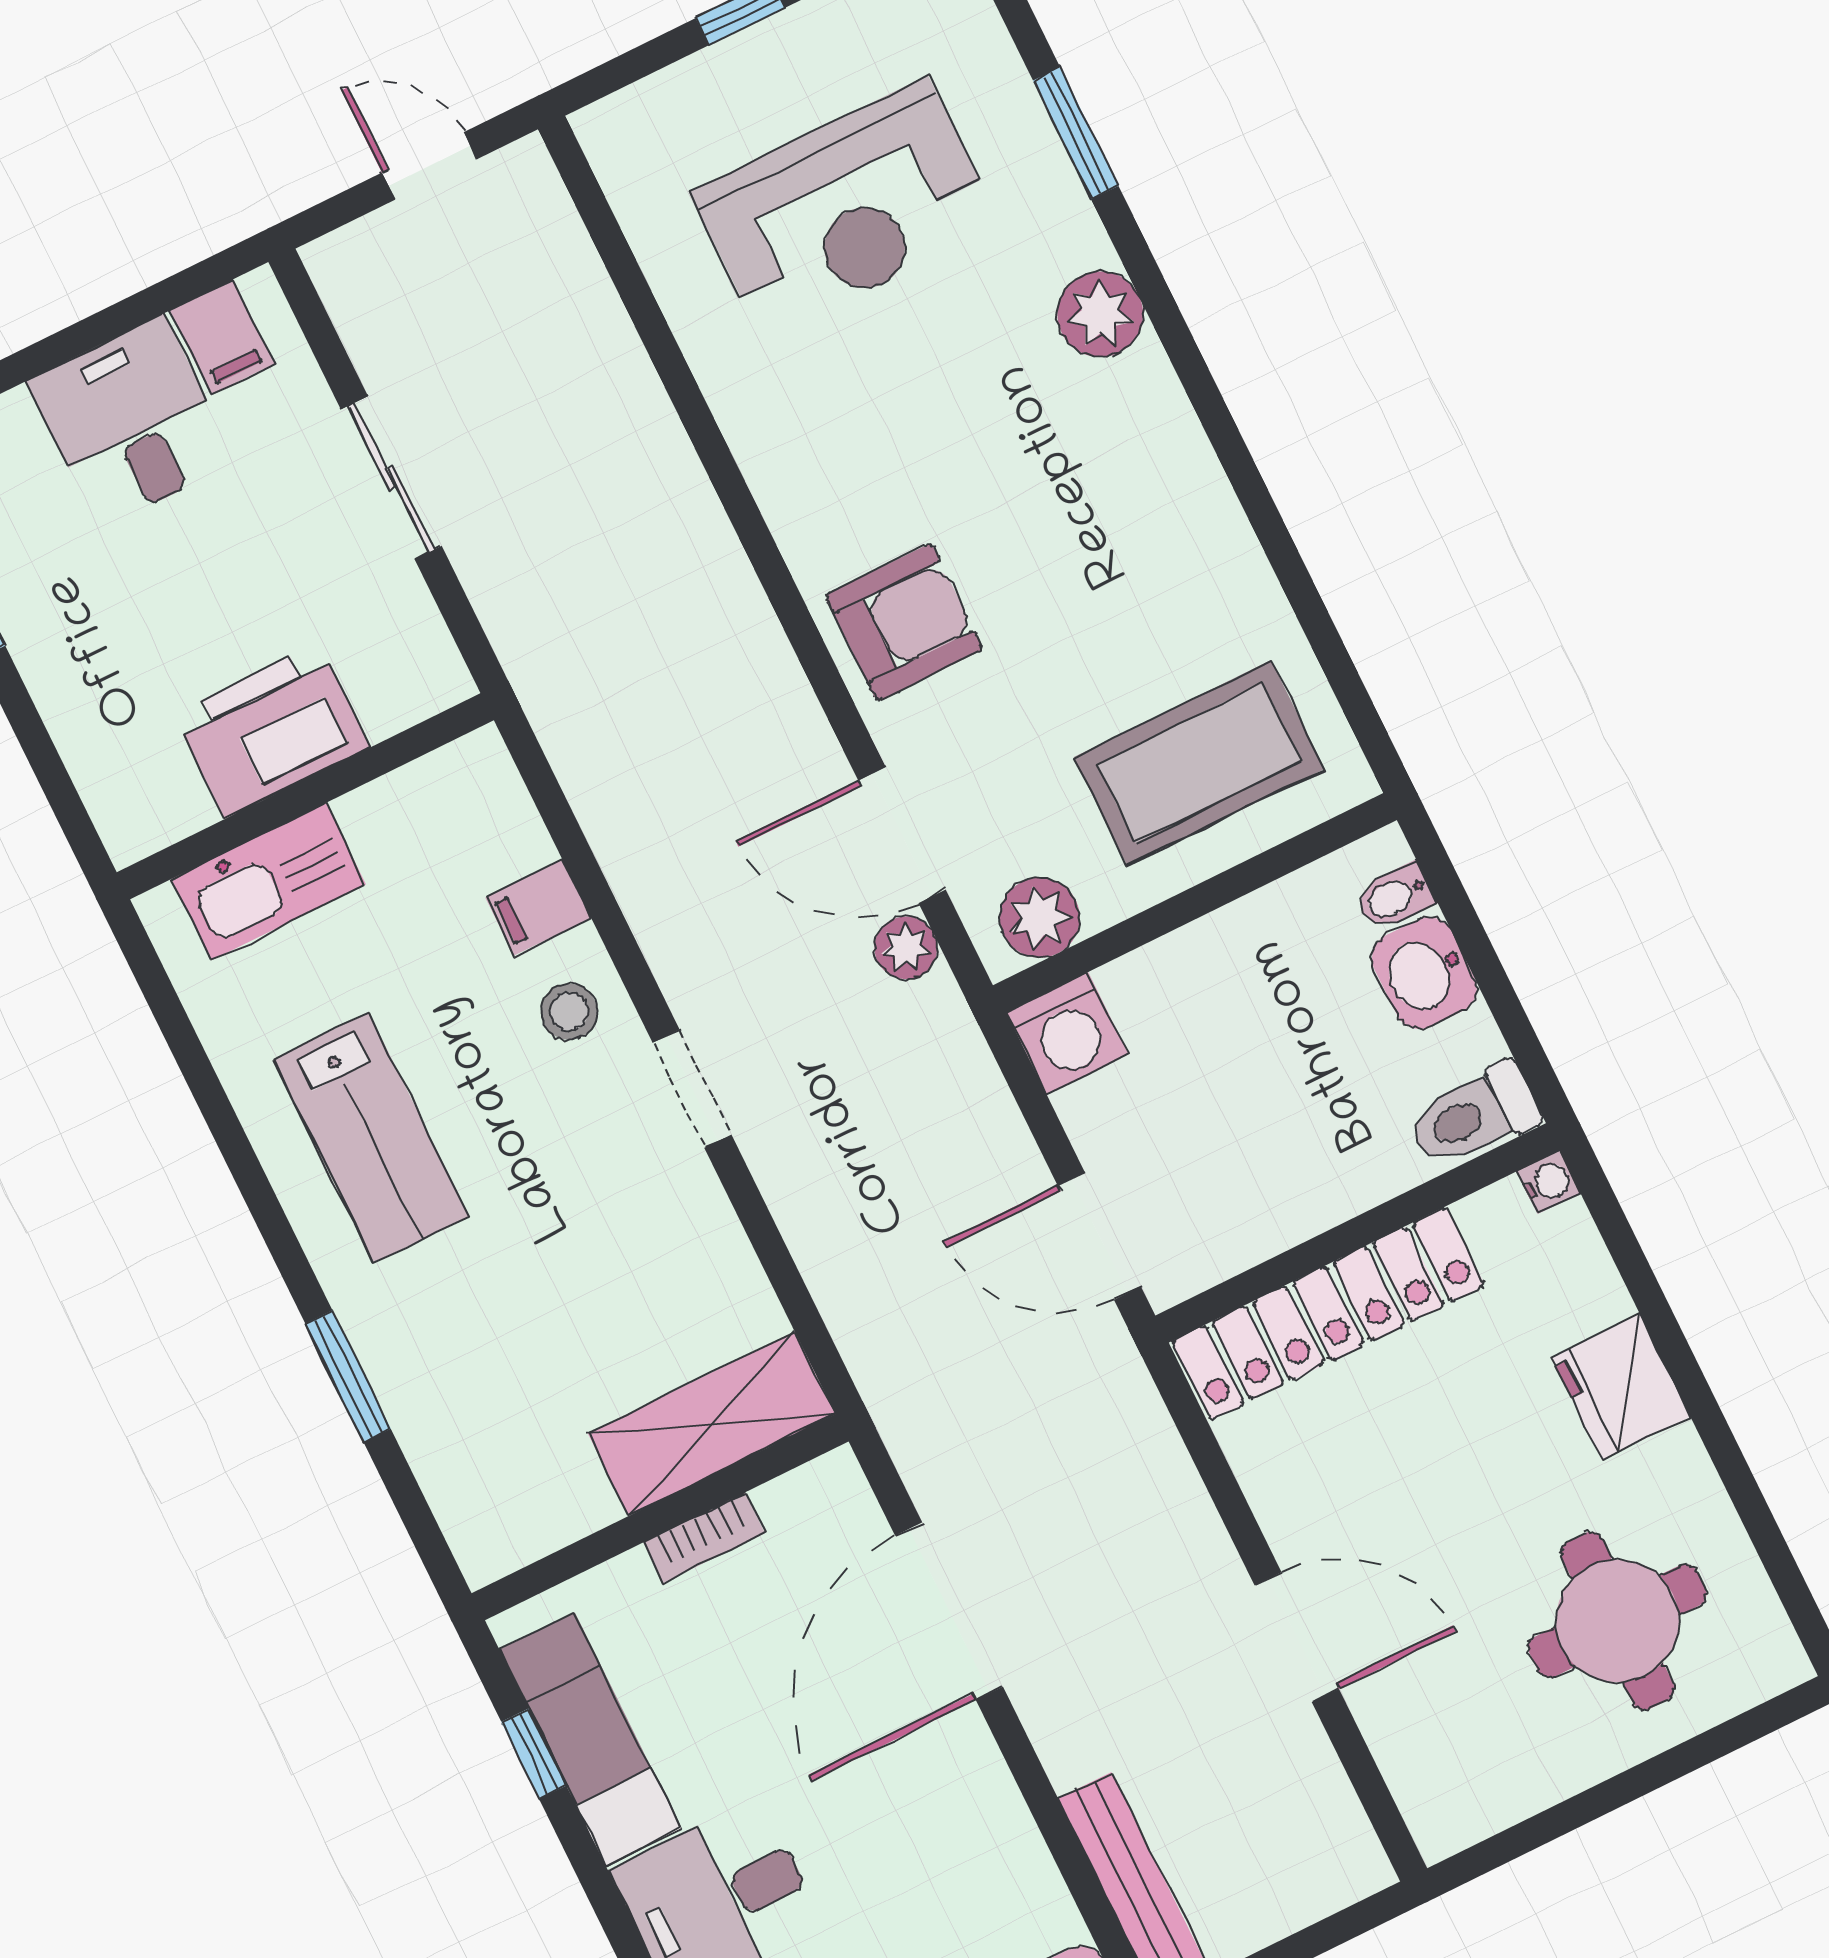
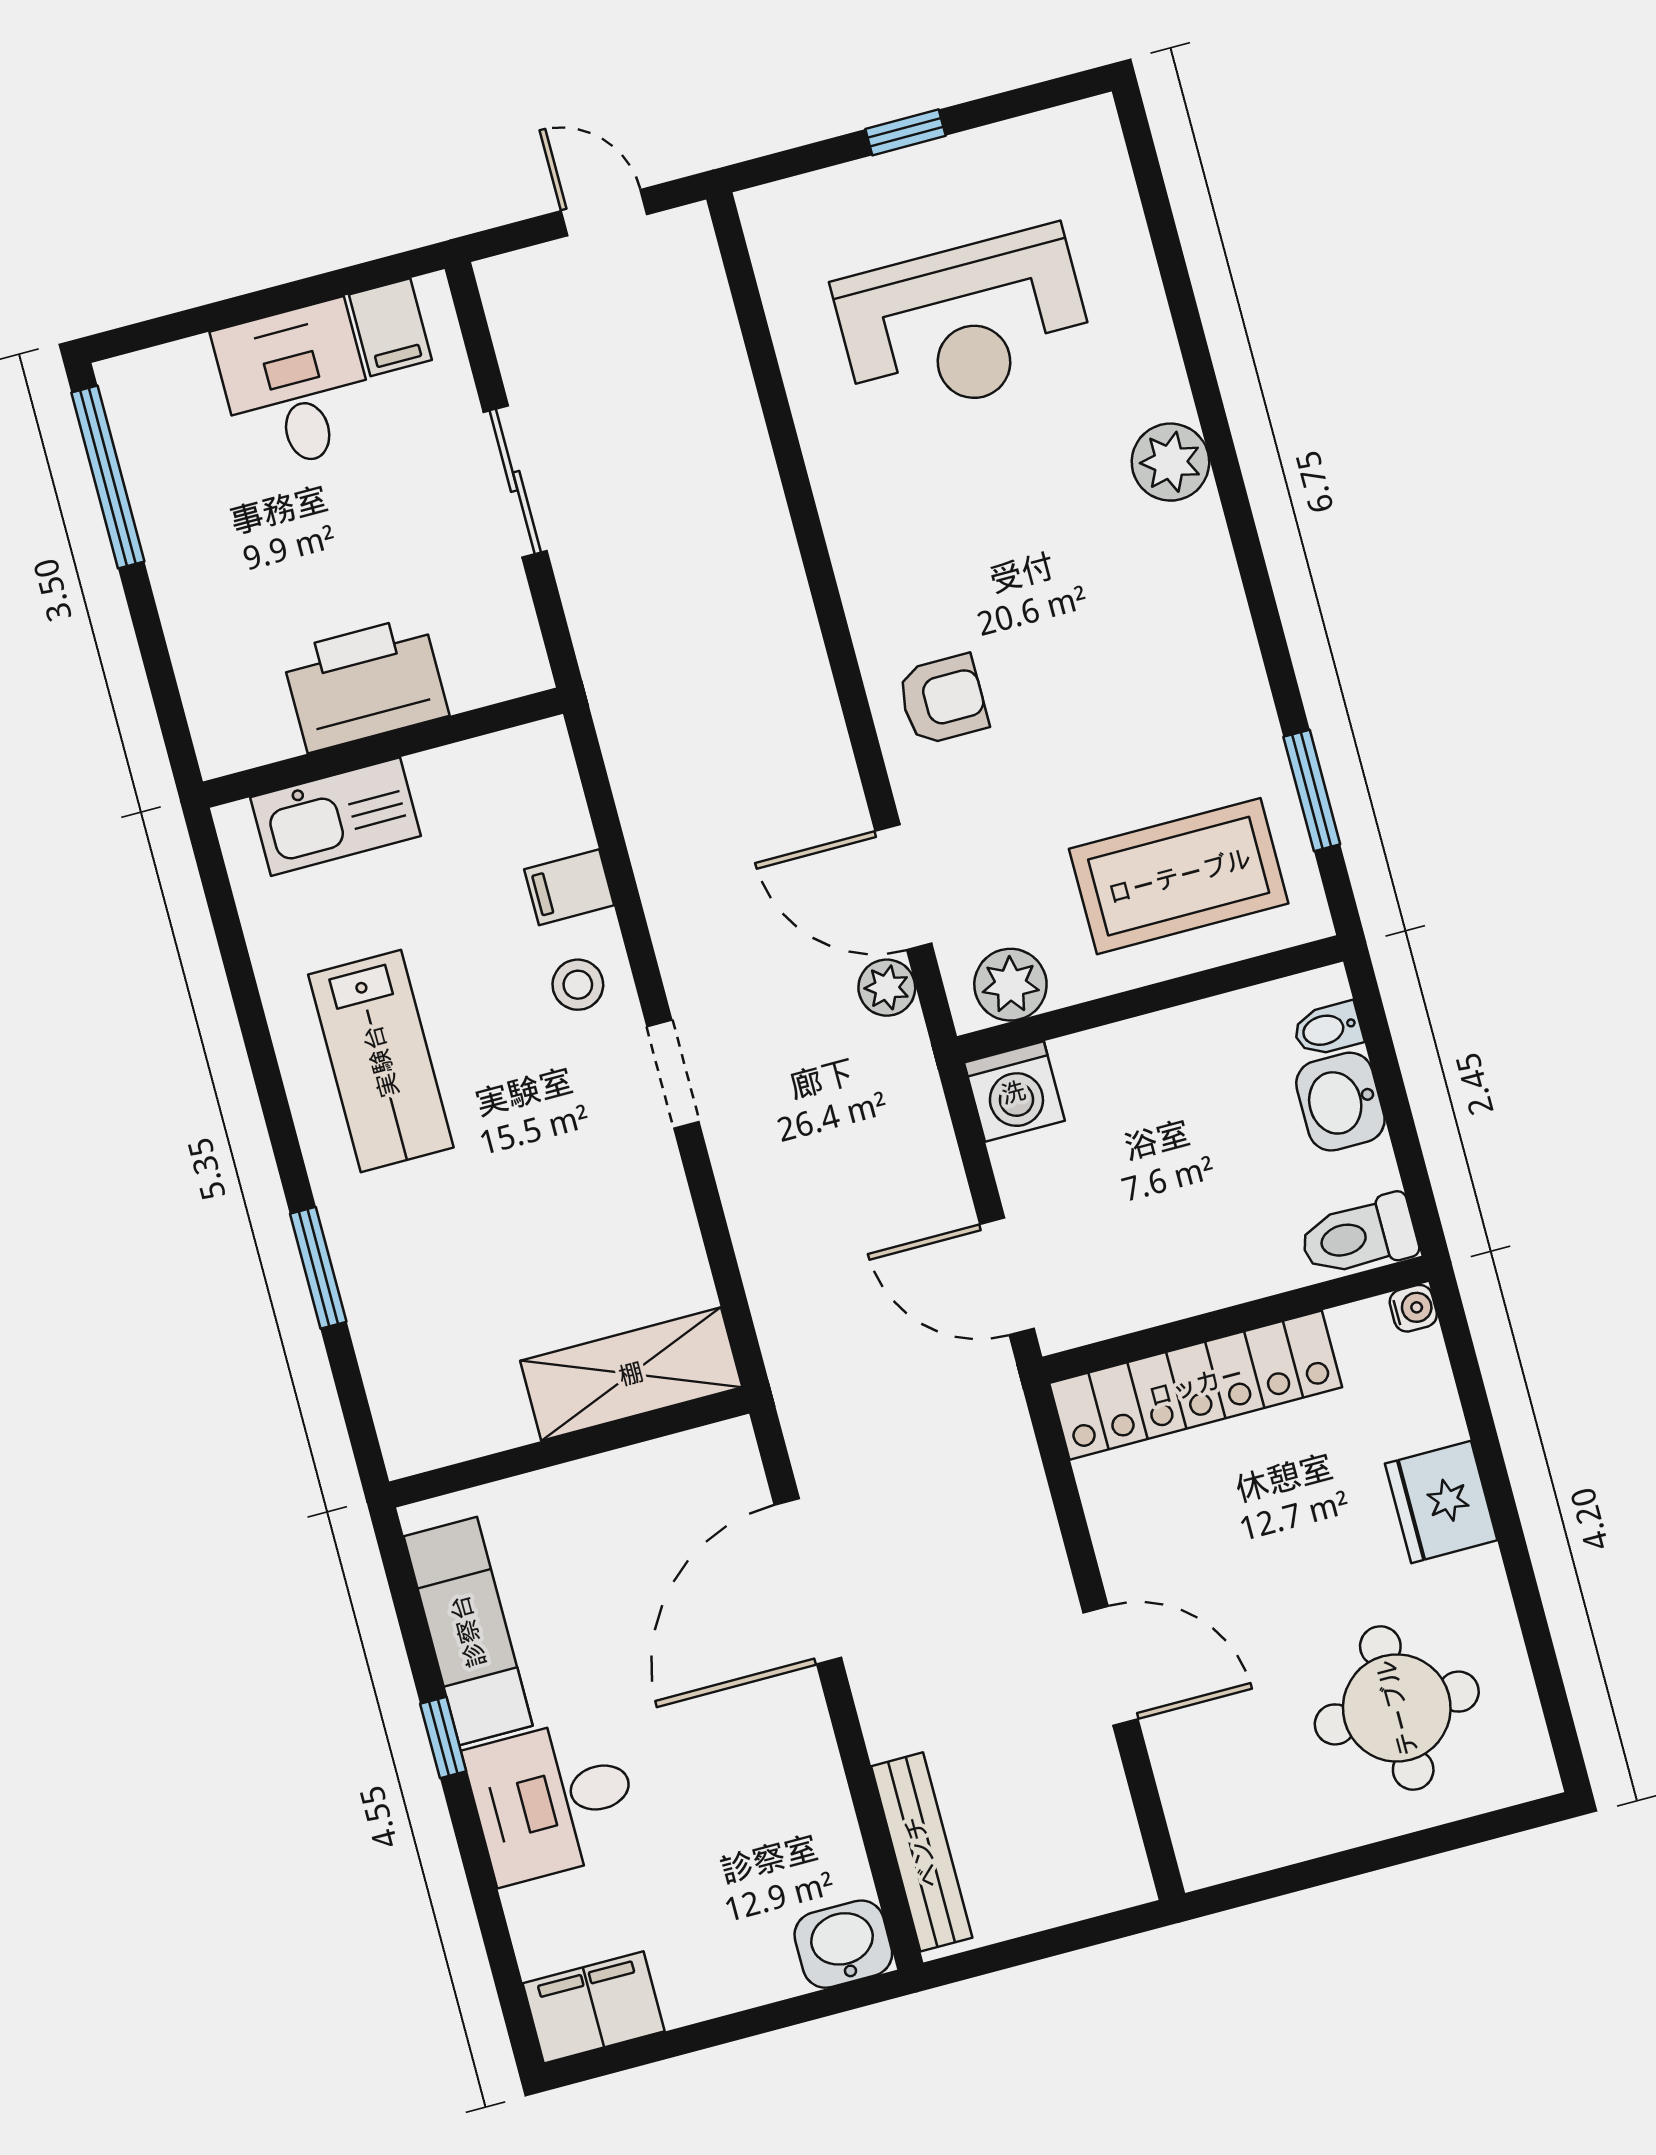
window: (1076, 133) -> (1312, 790), moved
armchair: (904, 622) -> (943, 700), width x0.72, depth x0.72
bookcase: (704, 1538) -> (604, 1473), removed
window: (534, 1754) -> (443, 1737), moved

